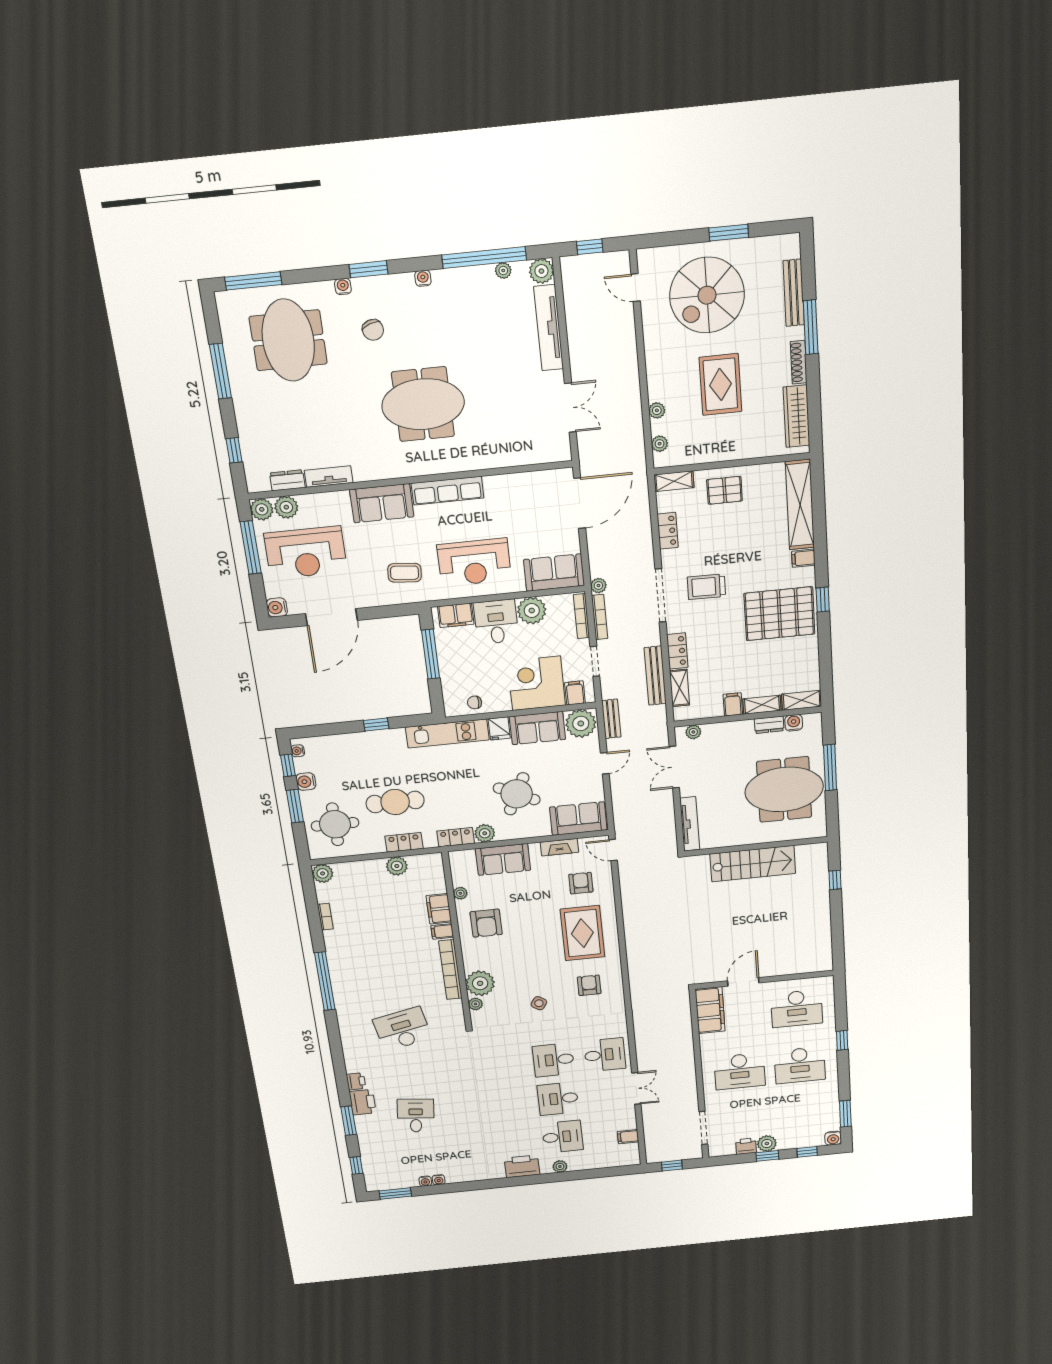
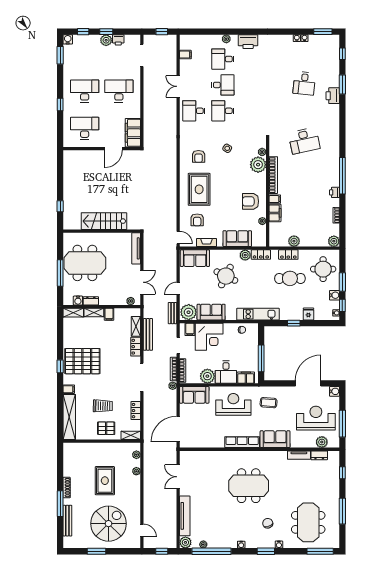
wardrobe: (797, 416) -> (69, 461), removed
plant: (262, 509) -> (334, 442), removed
trolley: (706, 587) -> (103, 406), moved
fridge: (499, 728) -> (308, 314), moved
armchair: (486, 923) -> (251, 201), turned -90
desk: (554, 1060) -> (223, 111), turned 180
printer: (356, 1081) -> (335, 192), moved

